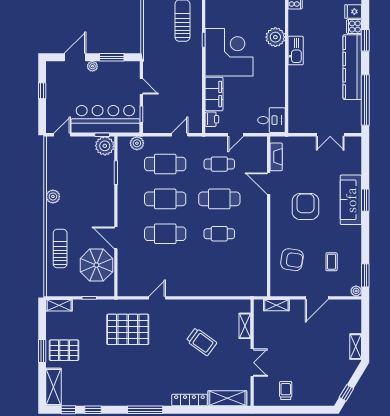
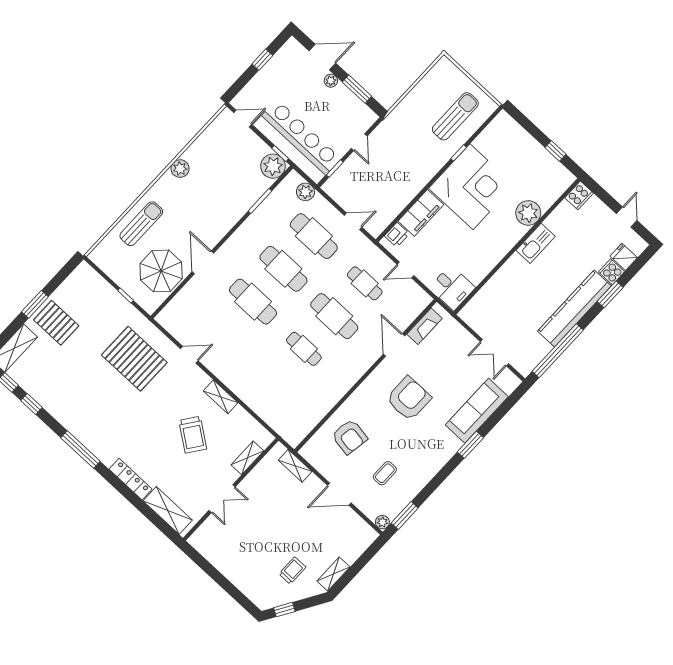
sofa: (351, 200) -> (477, 411), moved
shelving: (59, 305) -> (221, 397), moved
trolley: (286, 390) -> (292, 571), moved

